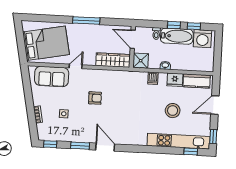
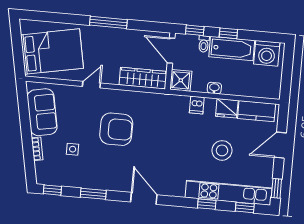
window: (194, 26) -> (195, 30), moved
sofa: (52, 76) -> (42, 112), moved, turned -101
armchair: (95, 98) -> (116, 129), width x1.88, depth x1.88
door: (105, 147) -> (144, 198), moved
window: (163, 150) -> (207, 204), added

